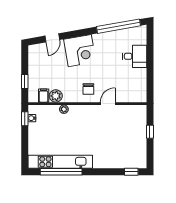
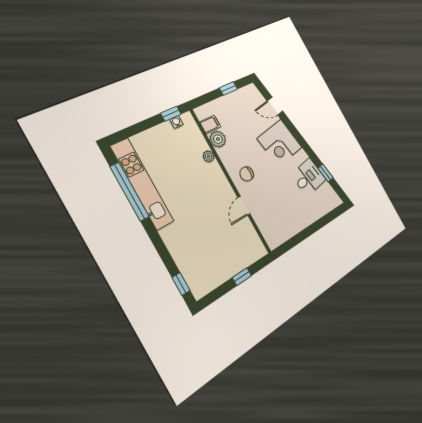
window: (118, 26) -> (325, 173), width x0.32
desk: (135, 56) -> (308, 177), moved, turned -100
window: (25, 81) -> (228, 89), moved
door: (108, 104) -> (244, 206), swing flipped

